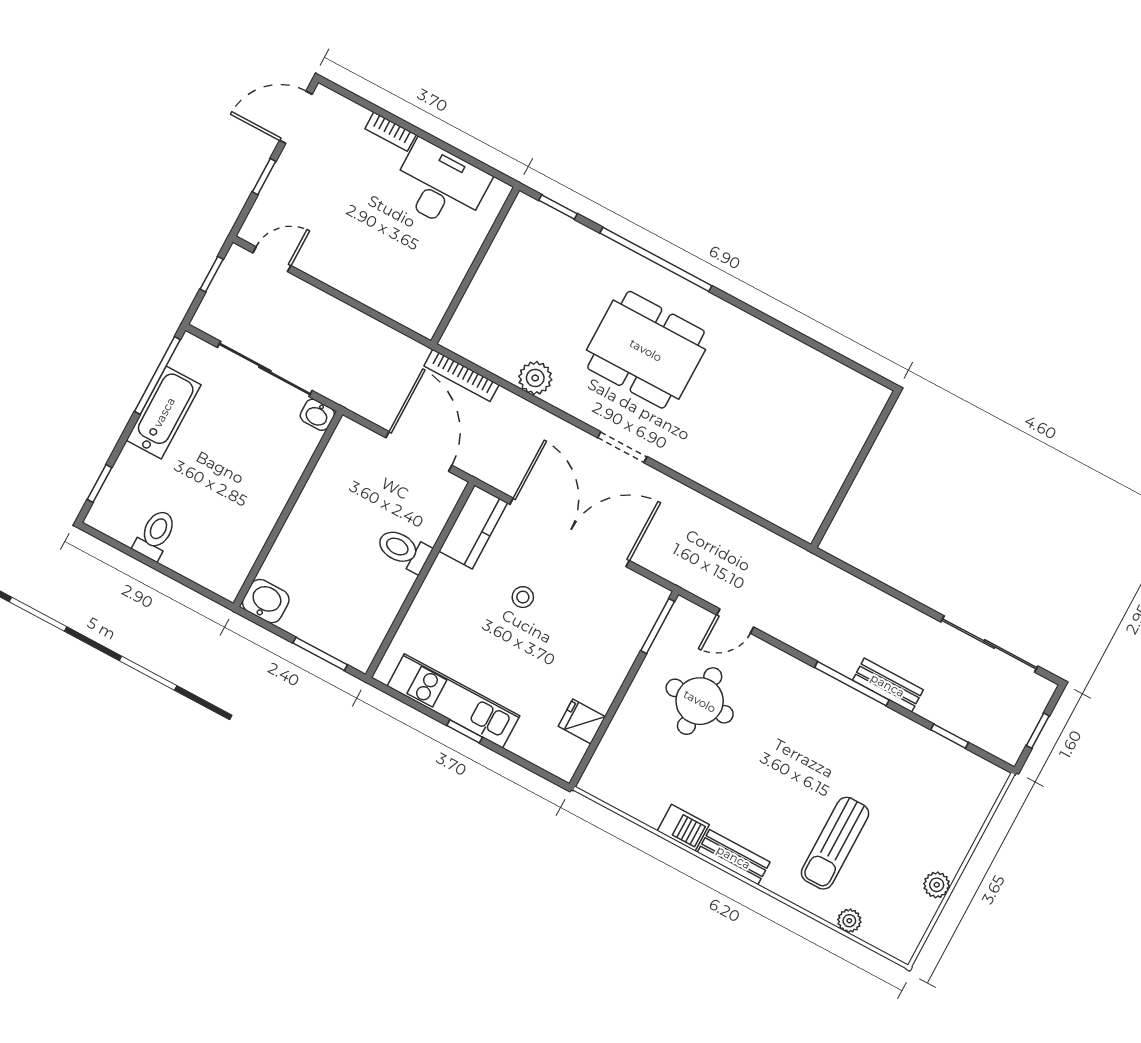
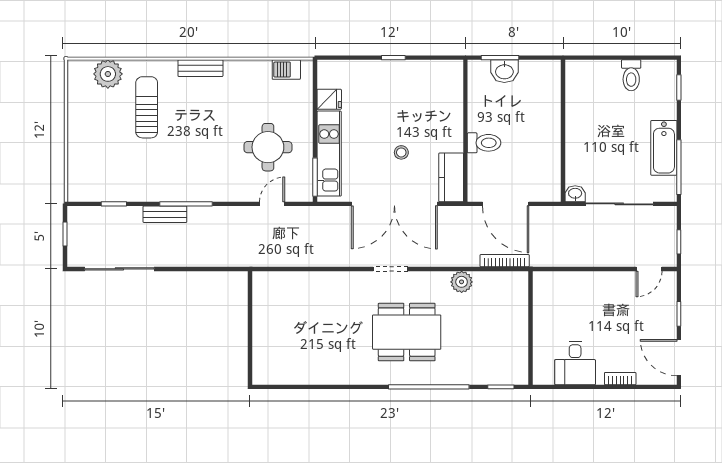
door: (296, 117) -> (679, 358), swing flipped
desk: (440, 186) -> (575, 363), width x0.73
washbasin: (266, 601) -> (504, 71), moved
kitchen unit: (453, 701) -> (329, 154), moved, turned -90
barbecue: (683, 828) -> (286, 70), moved
plant: (937, 885) -> (76, 115), removed
plant: (849, 921) -> (108, 74), width x1.88, depth x1.88

